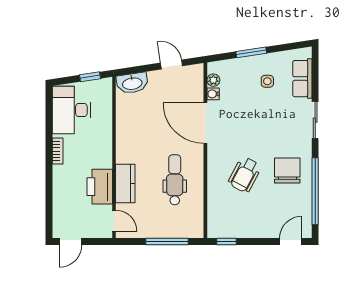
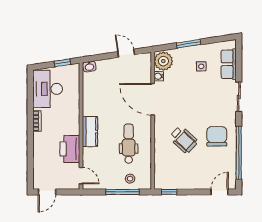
plant: (213, 80) -> (163, 61), width x1.87, depth x1.87
washbasin: (132, 83) -> (89, 66), width x0.52, depth x0.69
wheelchair: (245, 175) -> (184, 140), turned -75
kitchen counter: (125, 183) -> (90, 132), moved
stool: (177, 224) -> (130, 179), added

